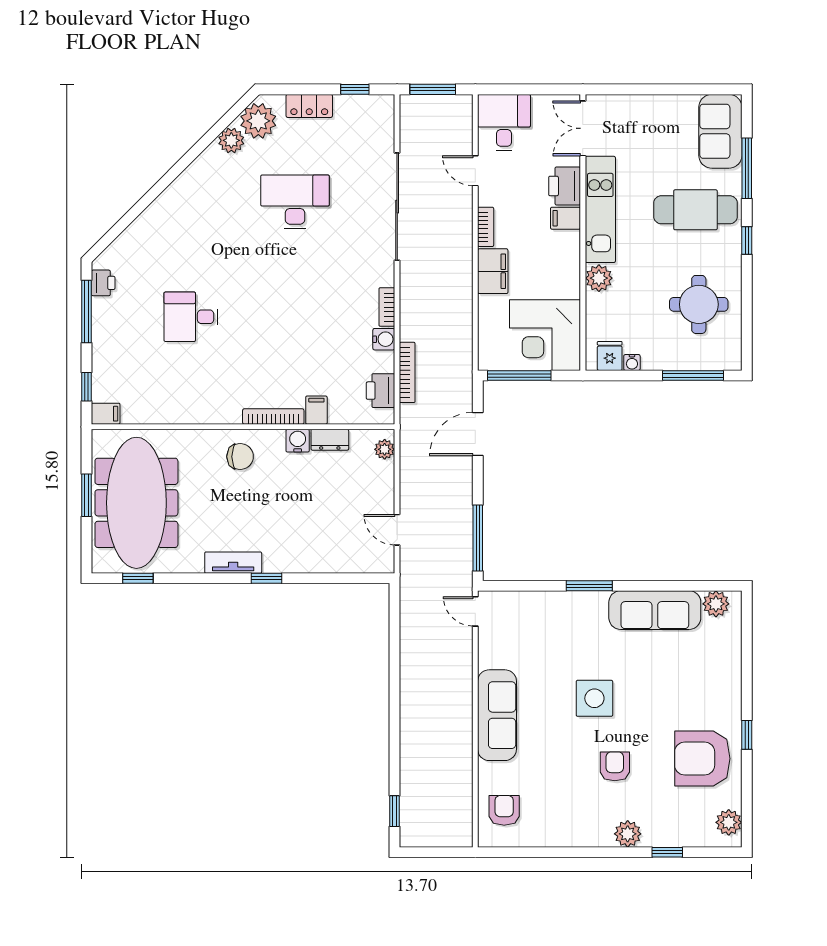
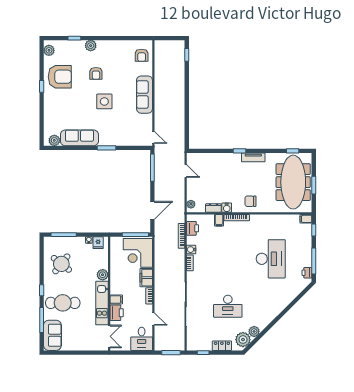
round table: (699, 304) -> (61, 264), turned 38
desk: (191, 317) -> (271, 259), width x1.87, depth x1.30
corner desk: (545, 335) -> (138, 253), moved, turned 180

